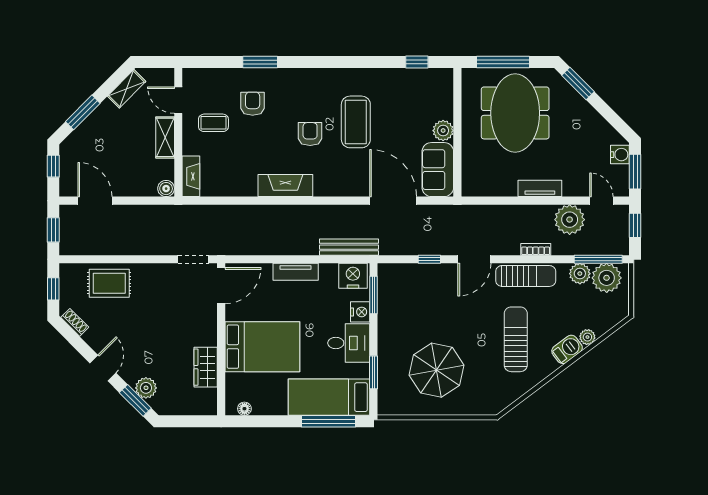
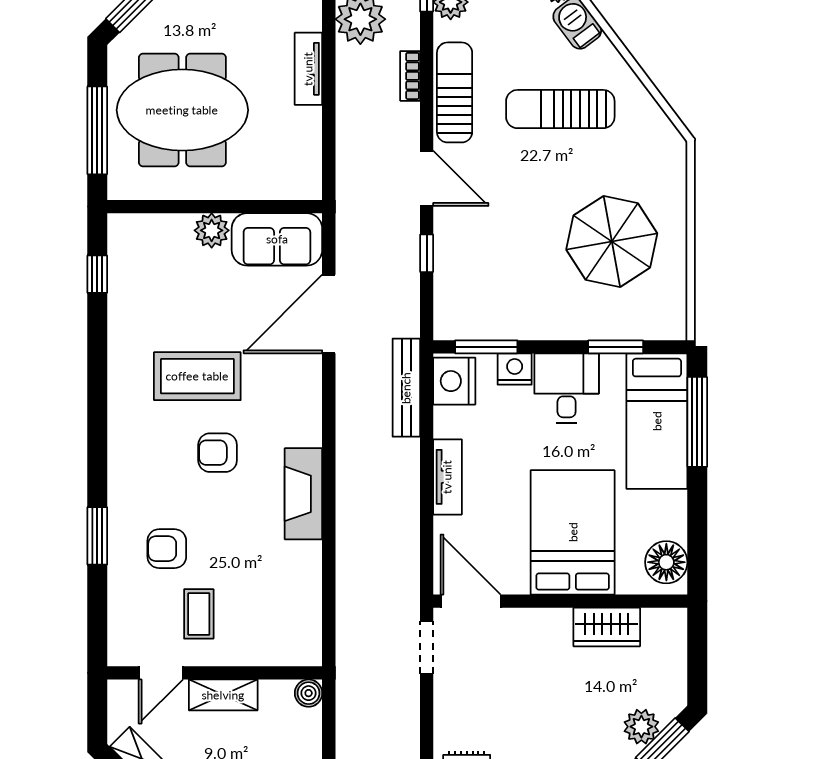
fireplace: (191, 176) -> (288, 652), removed
floor lamp: (244, 409) -> (666, 562), width x1.89, depth x1.89

